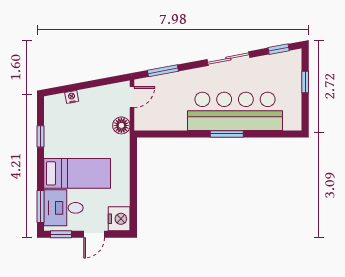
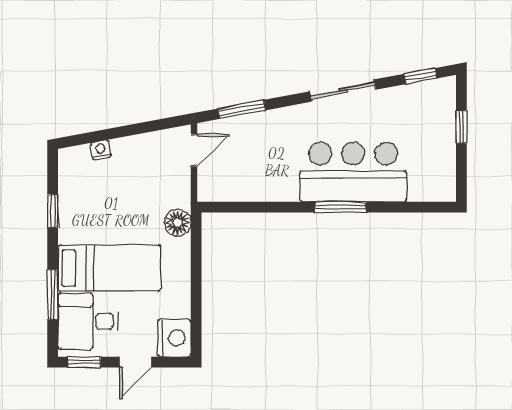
bar counter: (235, 111) -> (353, 172), width x0.73
floor lamp: (121, 125) -> (178, 223), moved
window: (41, 206) -> (53, 294), moved

